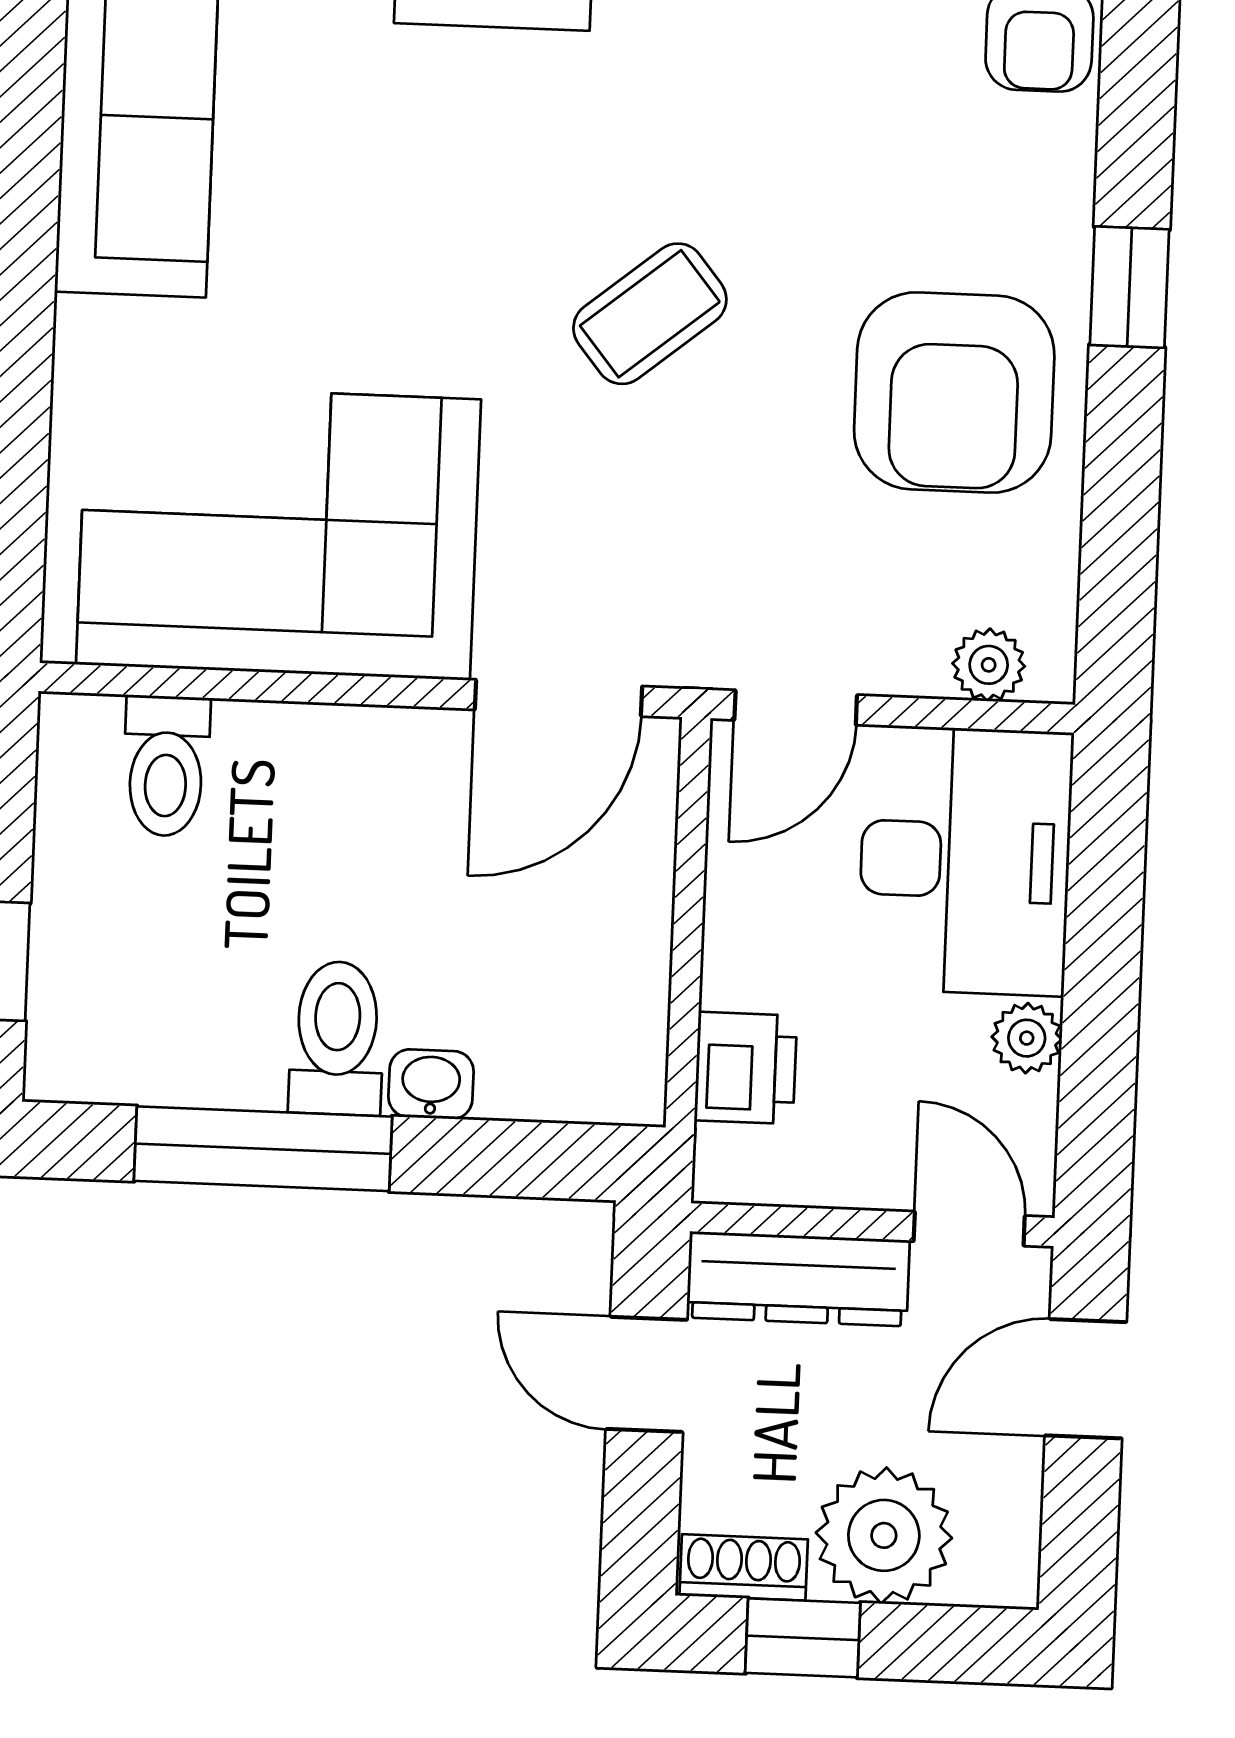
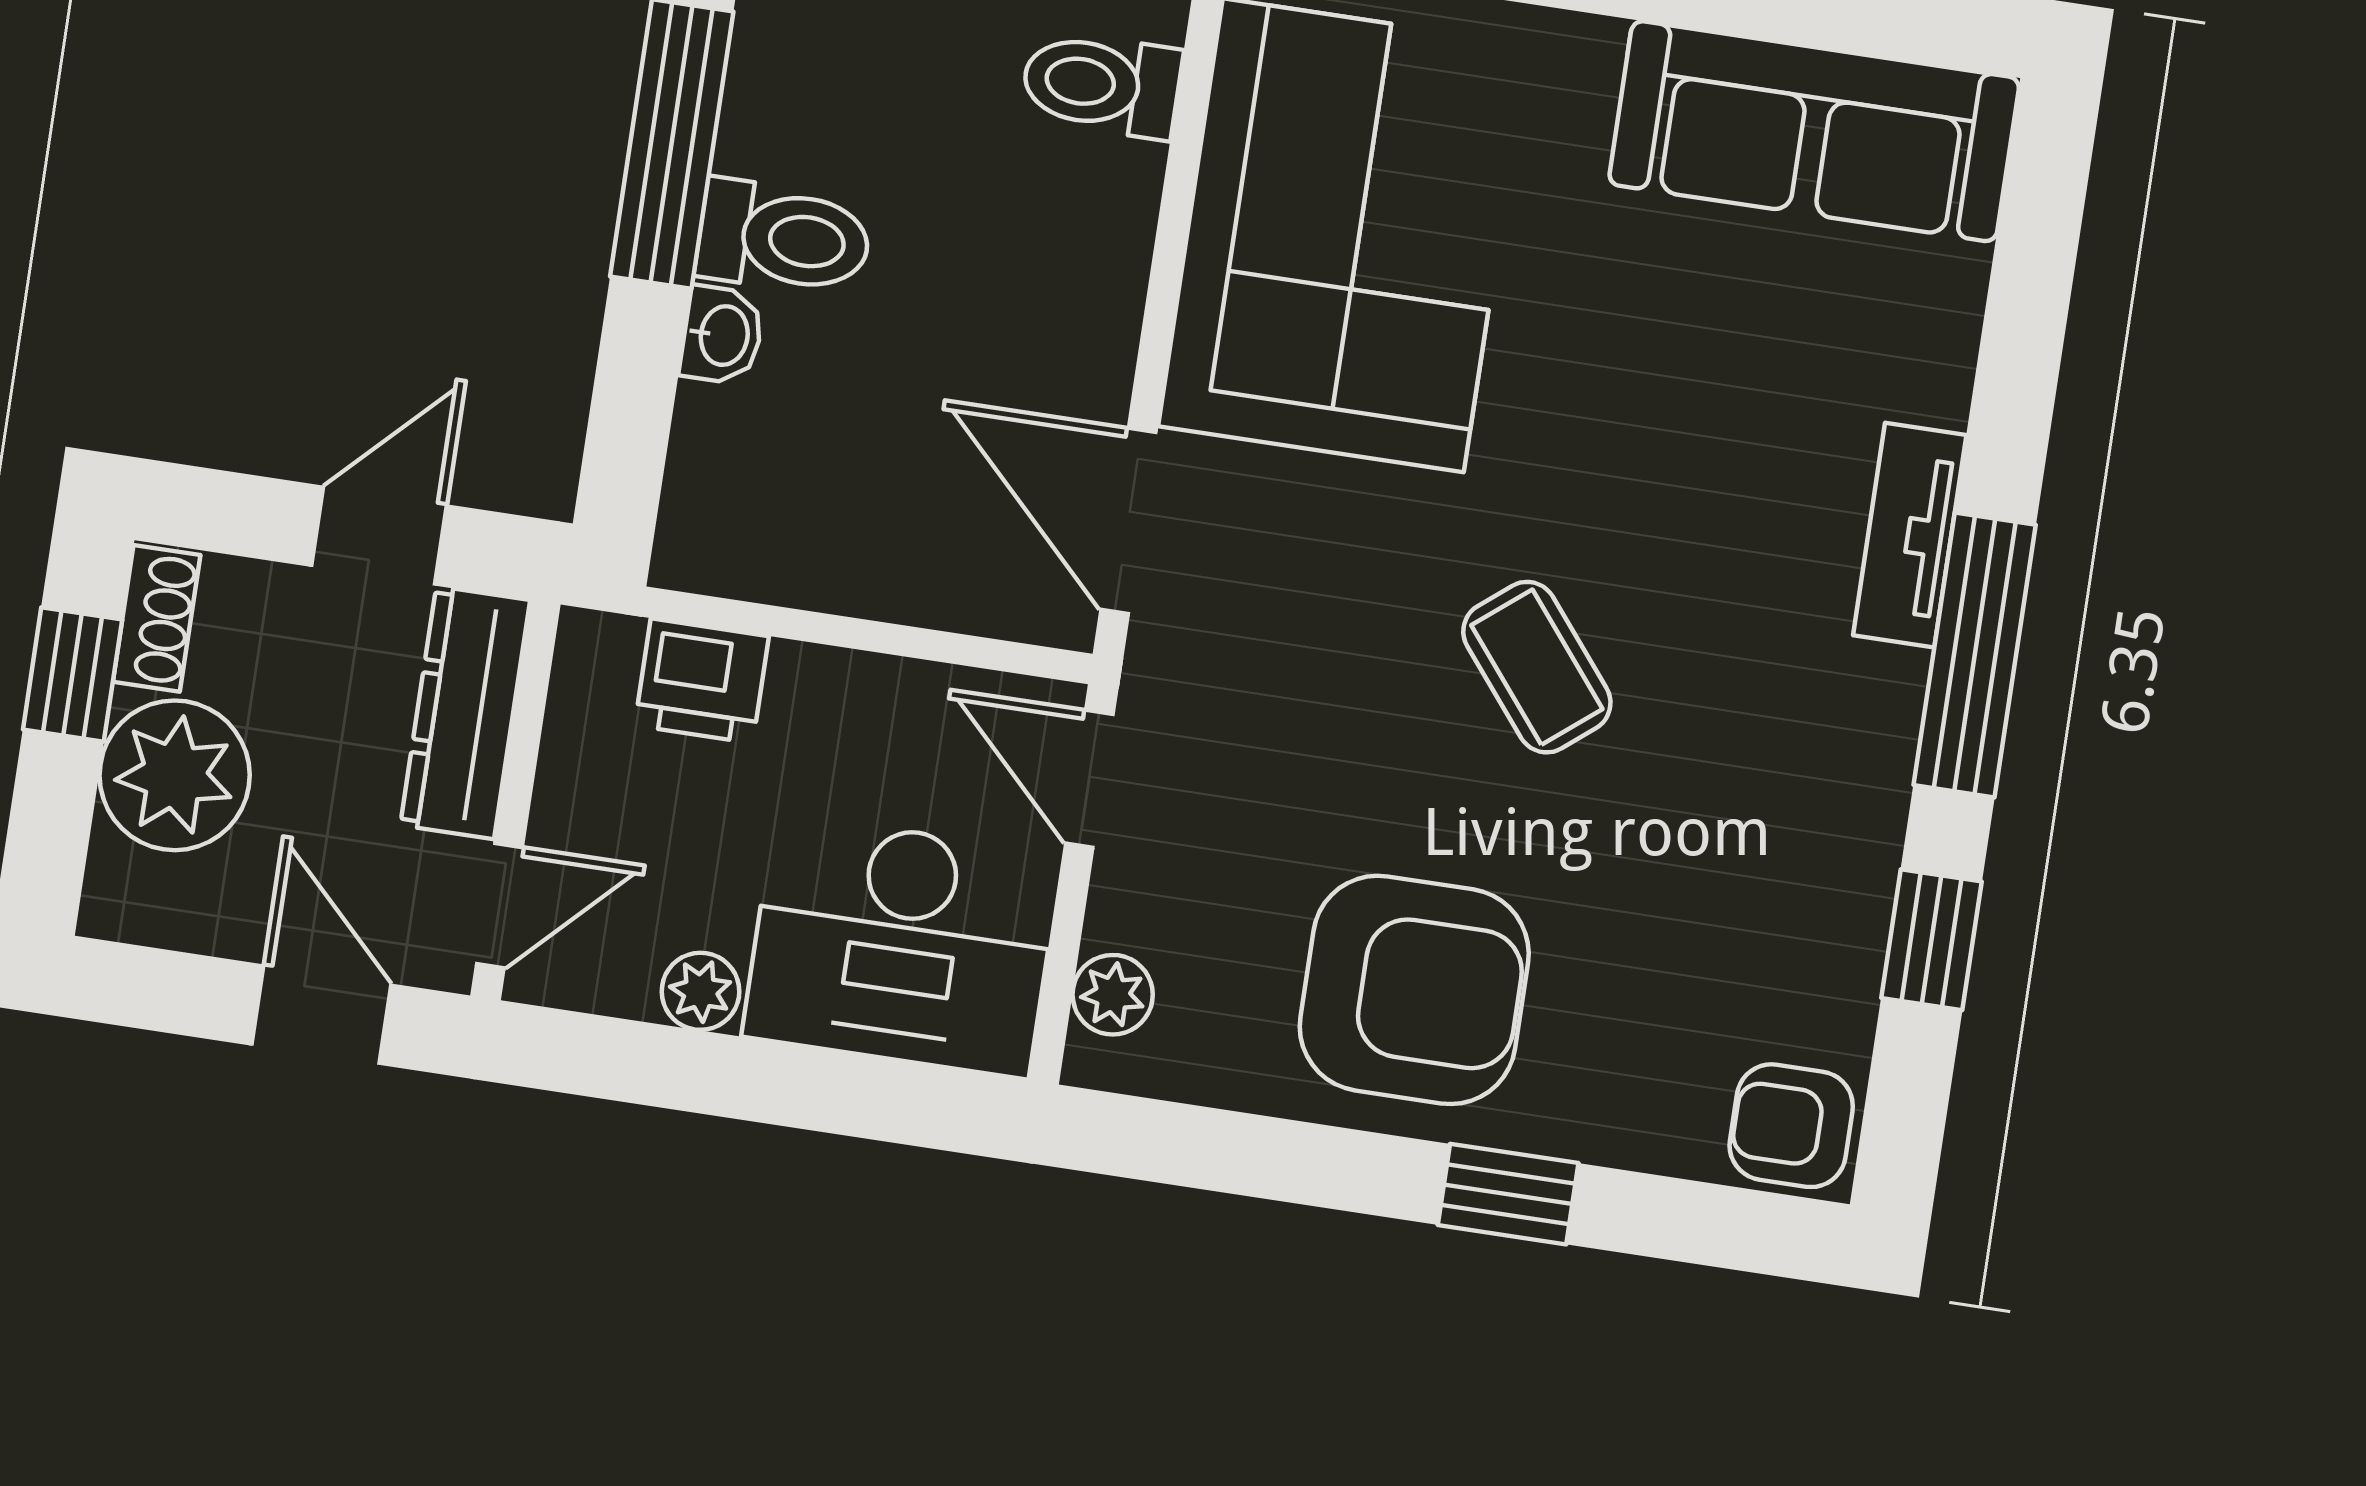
armchair: (954, 393) -> (1414, 990), turned 180

